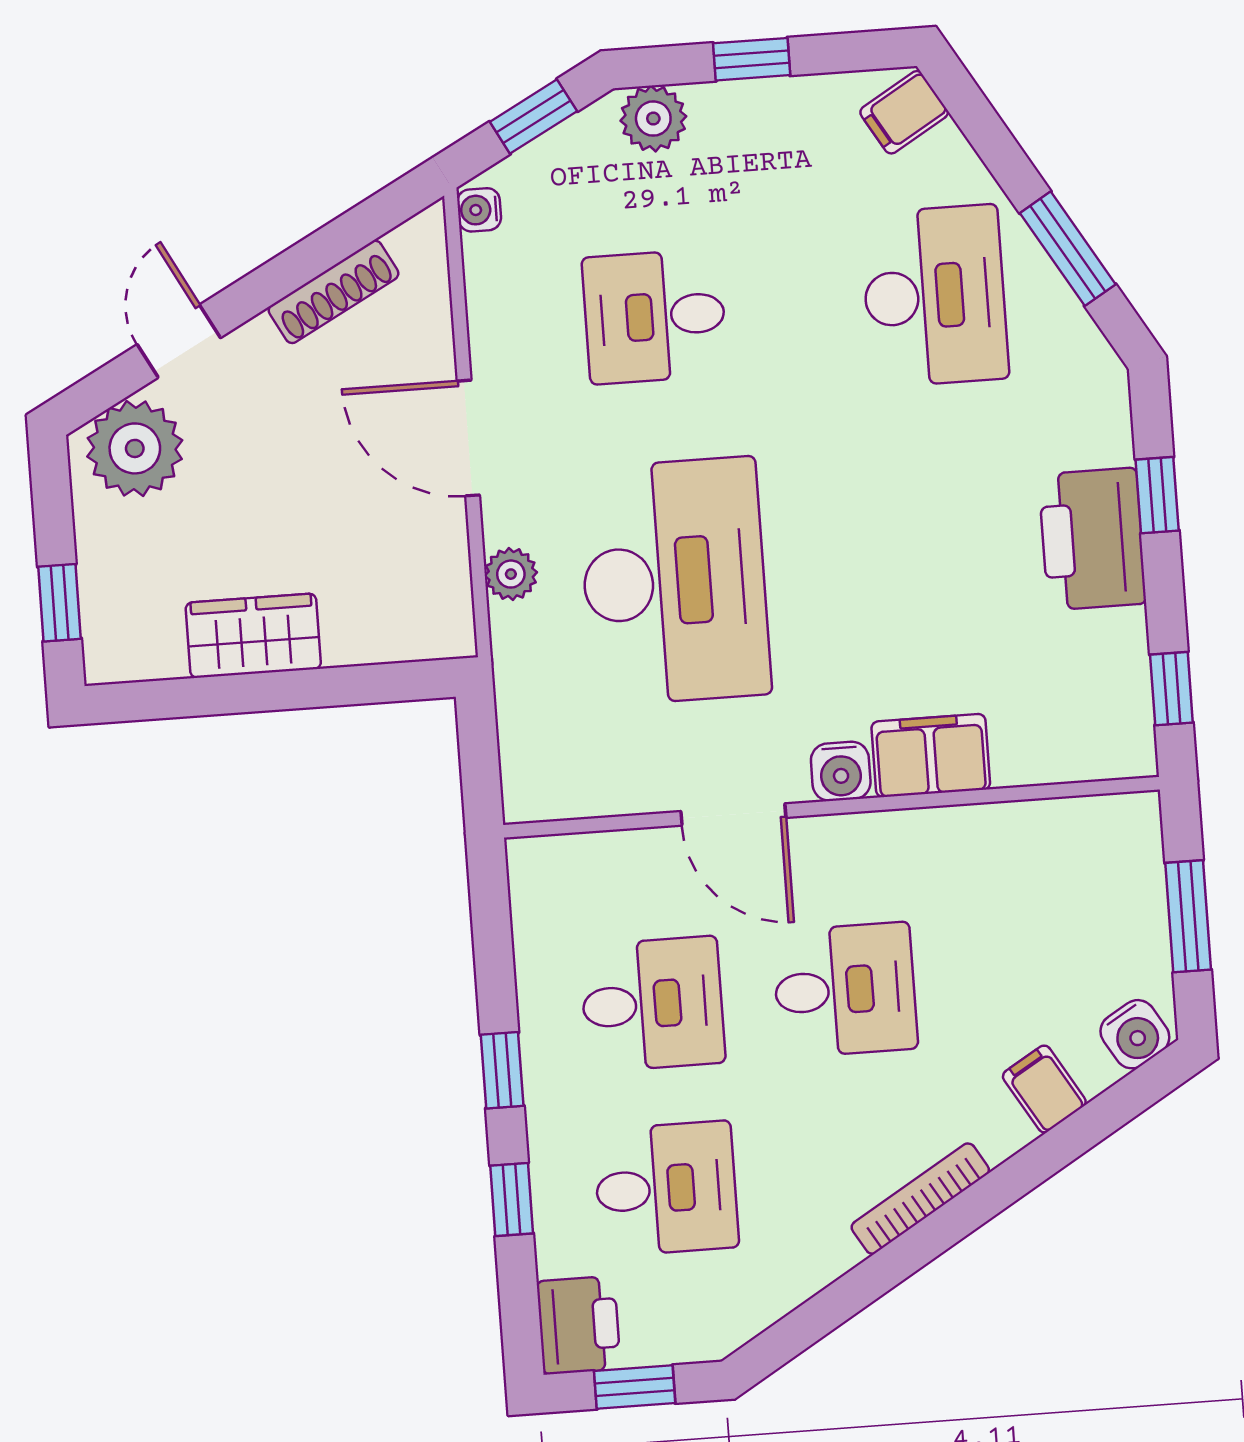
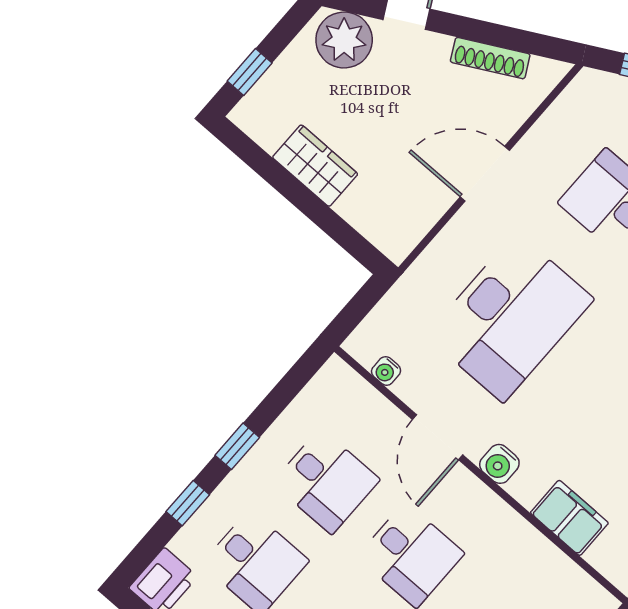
water cooler: (479, 210) -> (386, 371), moved, turned -90
door: (468, 438) -> (485, 174), hinge flipped
plant: (511, 574) -> (446, 247), removed
filing cabinet: (931, 756) -> (569, 518), moved

